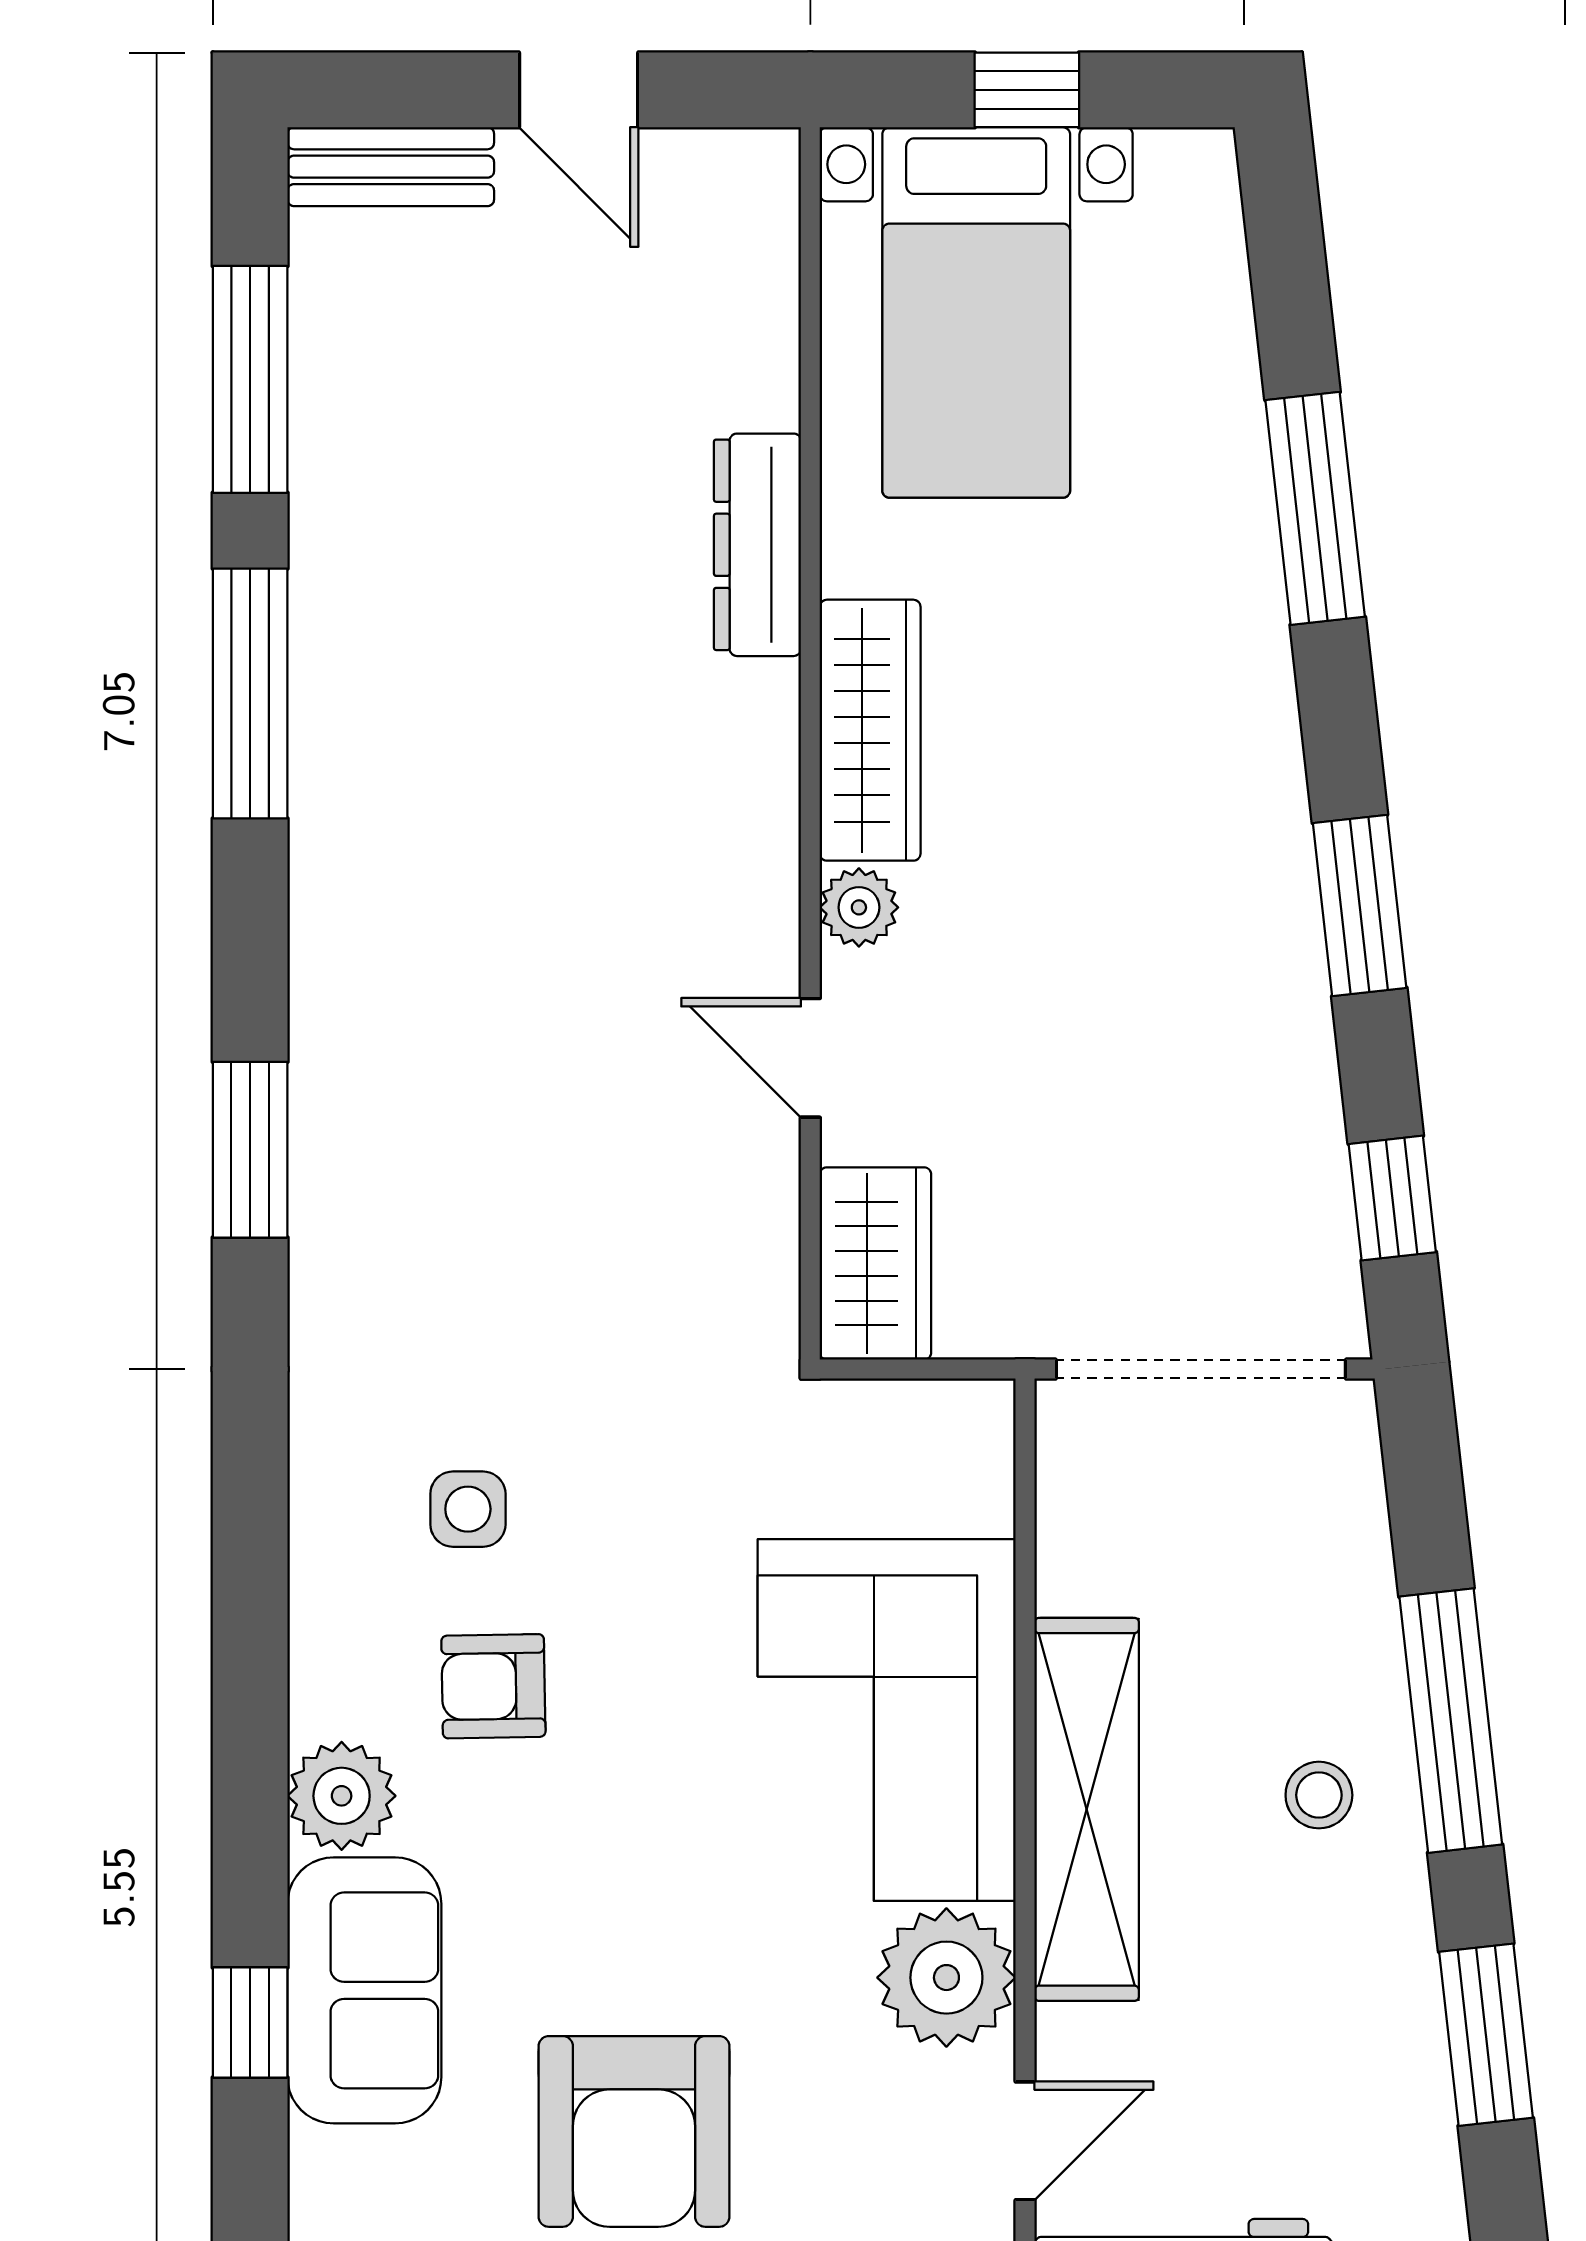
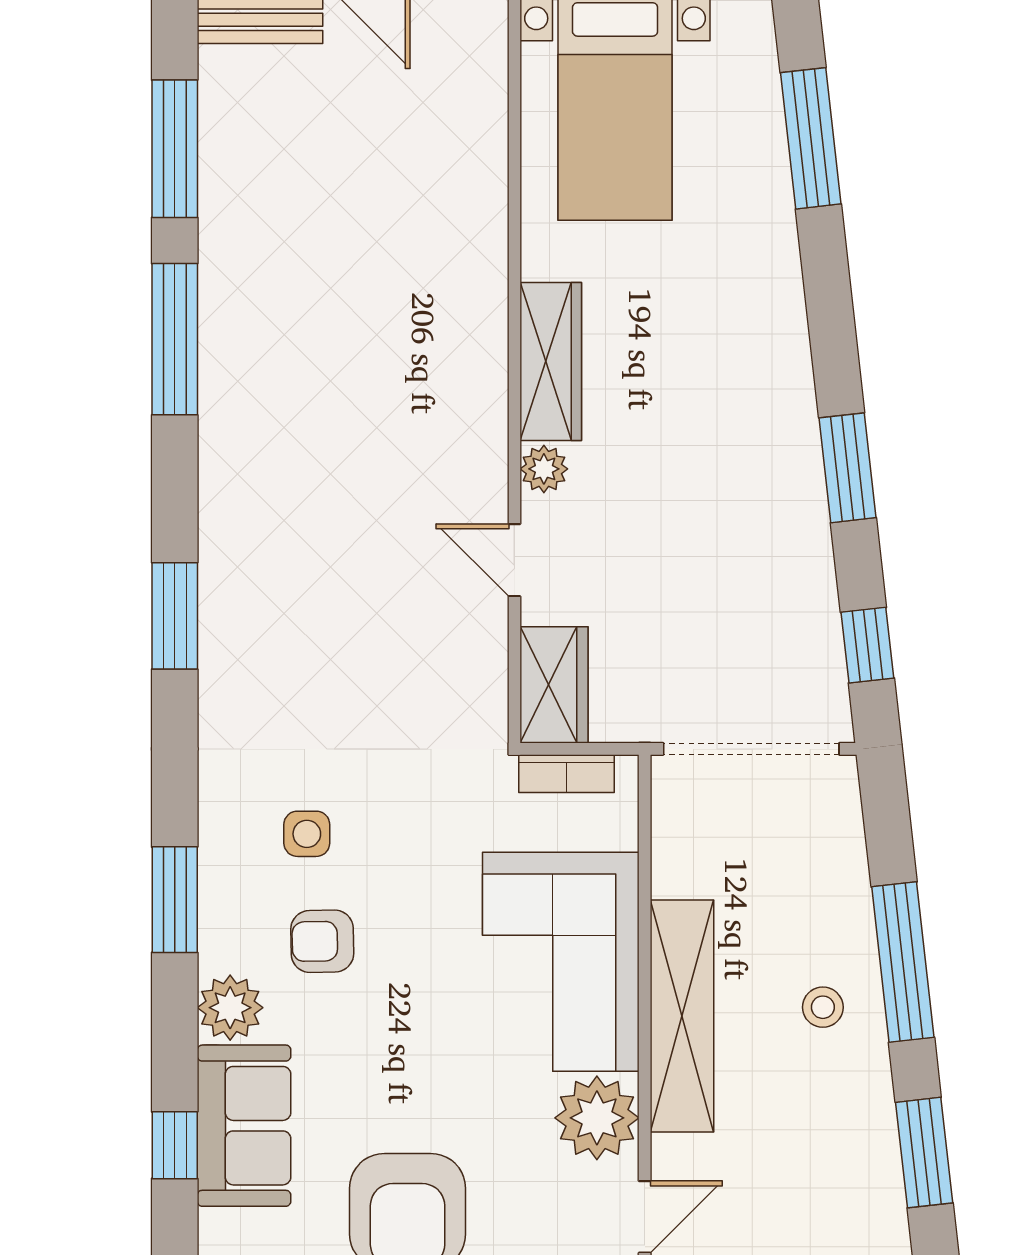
window: (1315, 508) -> (811, 138), moved
dresser: (757, 545) -> (482, 249), removed
bookcase: (896, 1410) -> (566, 774), added
window: (250, 1618) -> (175, 900), added

